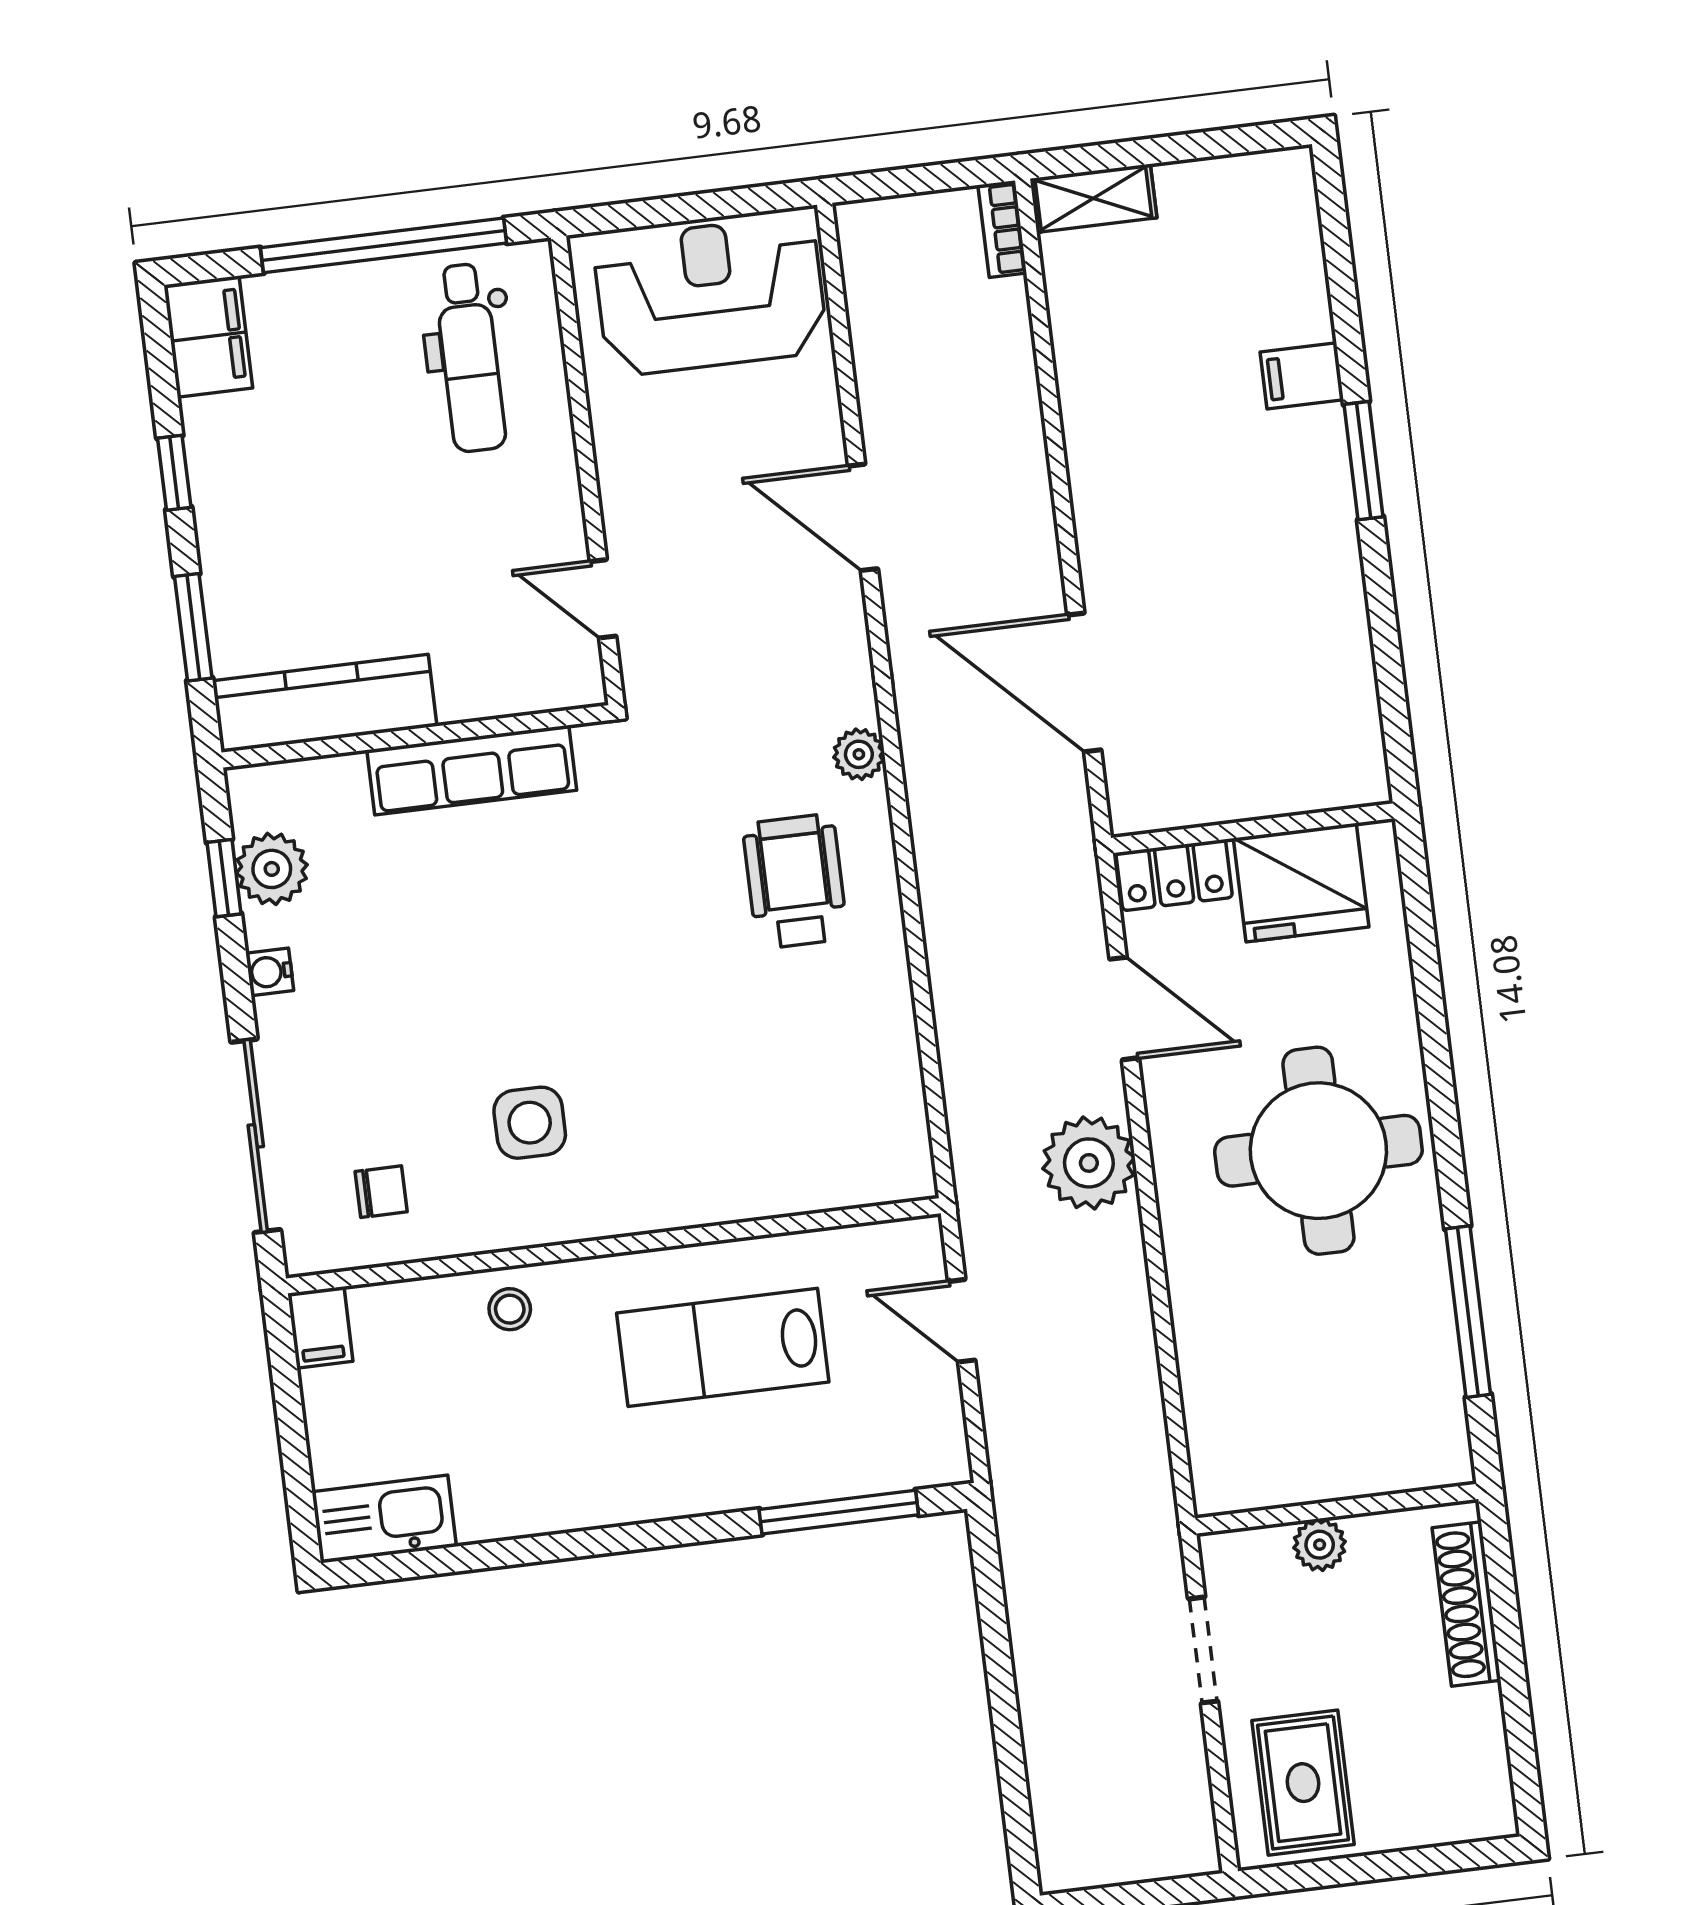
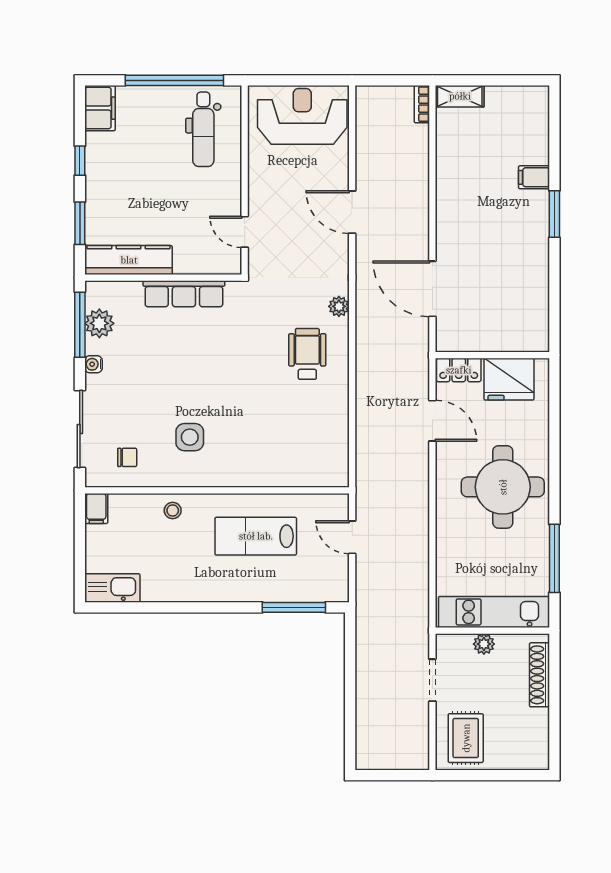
window: (224, 878) -> (80, 325), width x2.17
plant: (1089, 1163) -> (411, 481), removed
kitchen unit: (1335, 1462) -> (494, 612), added

